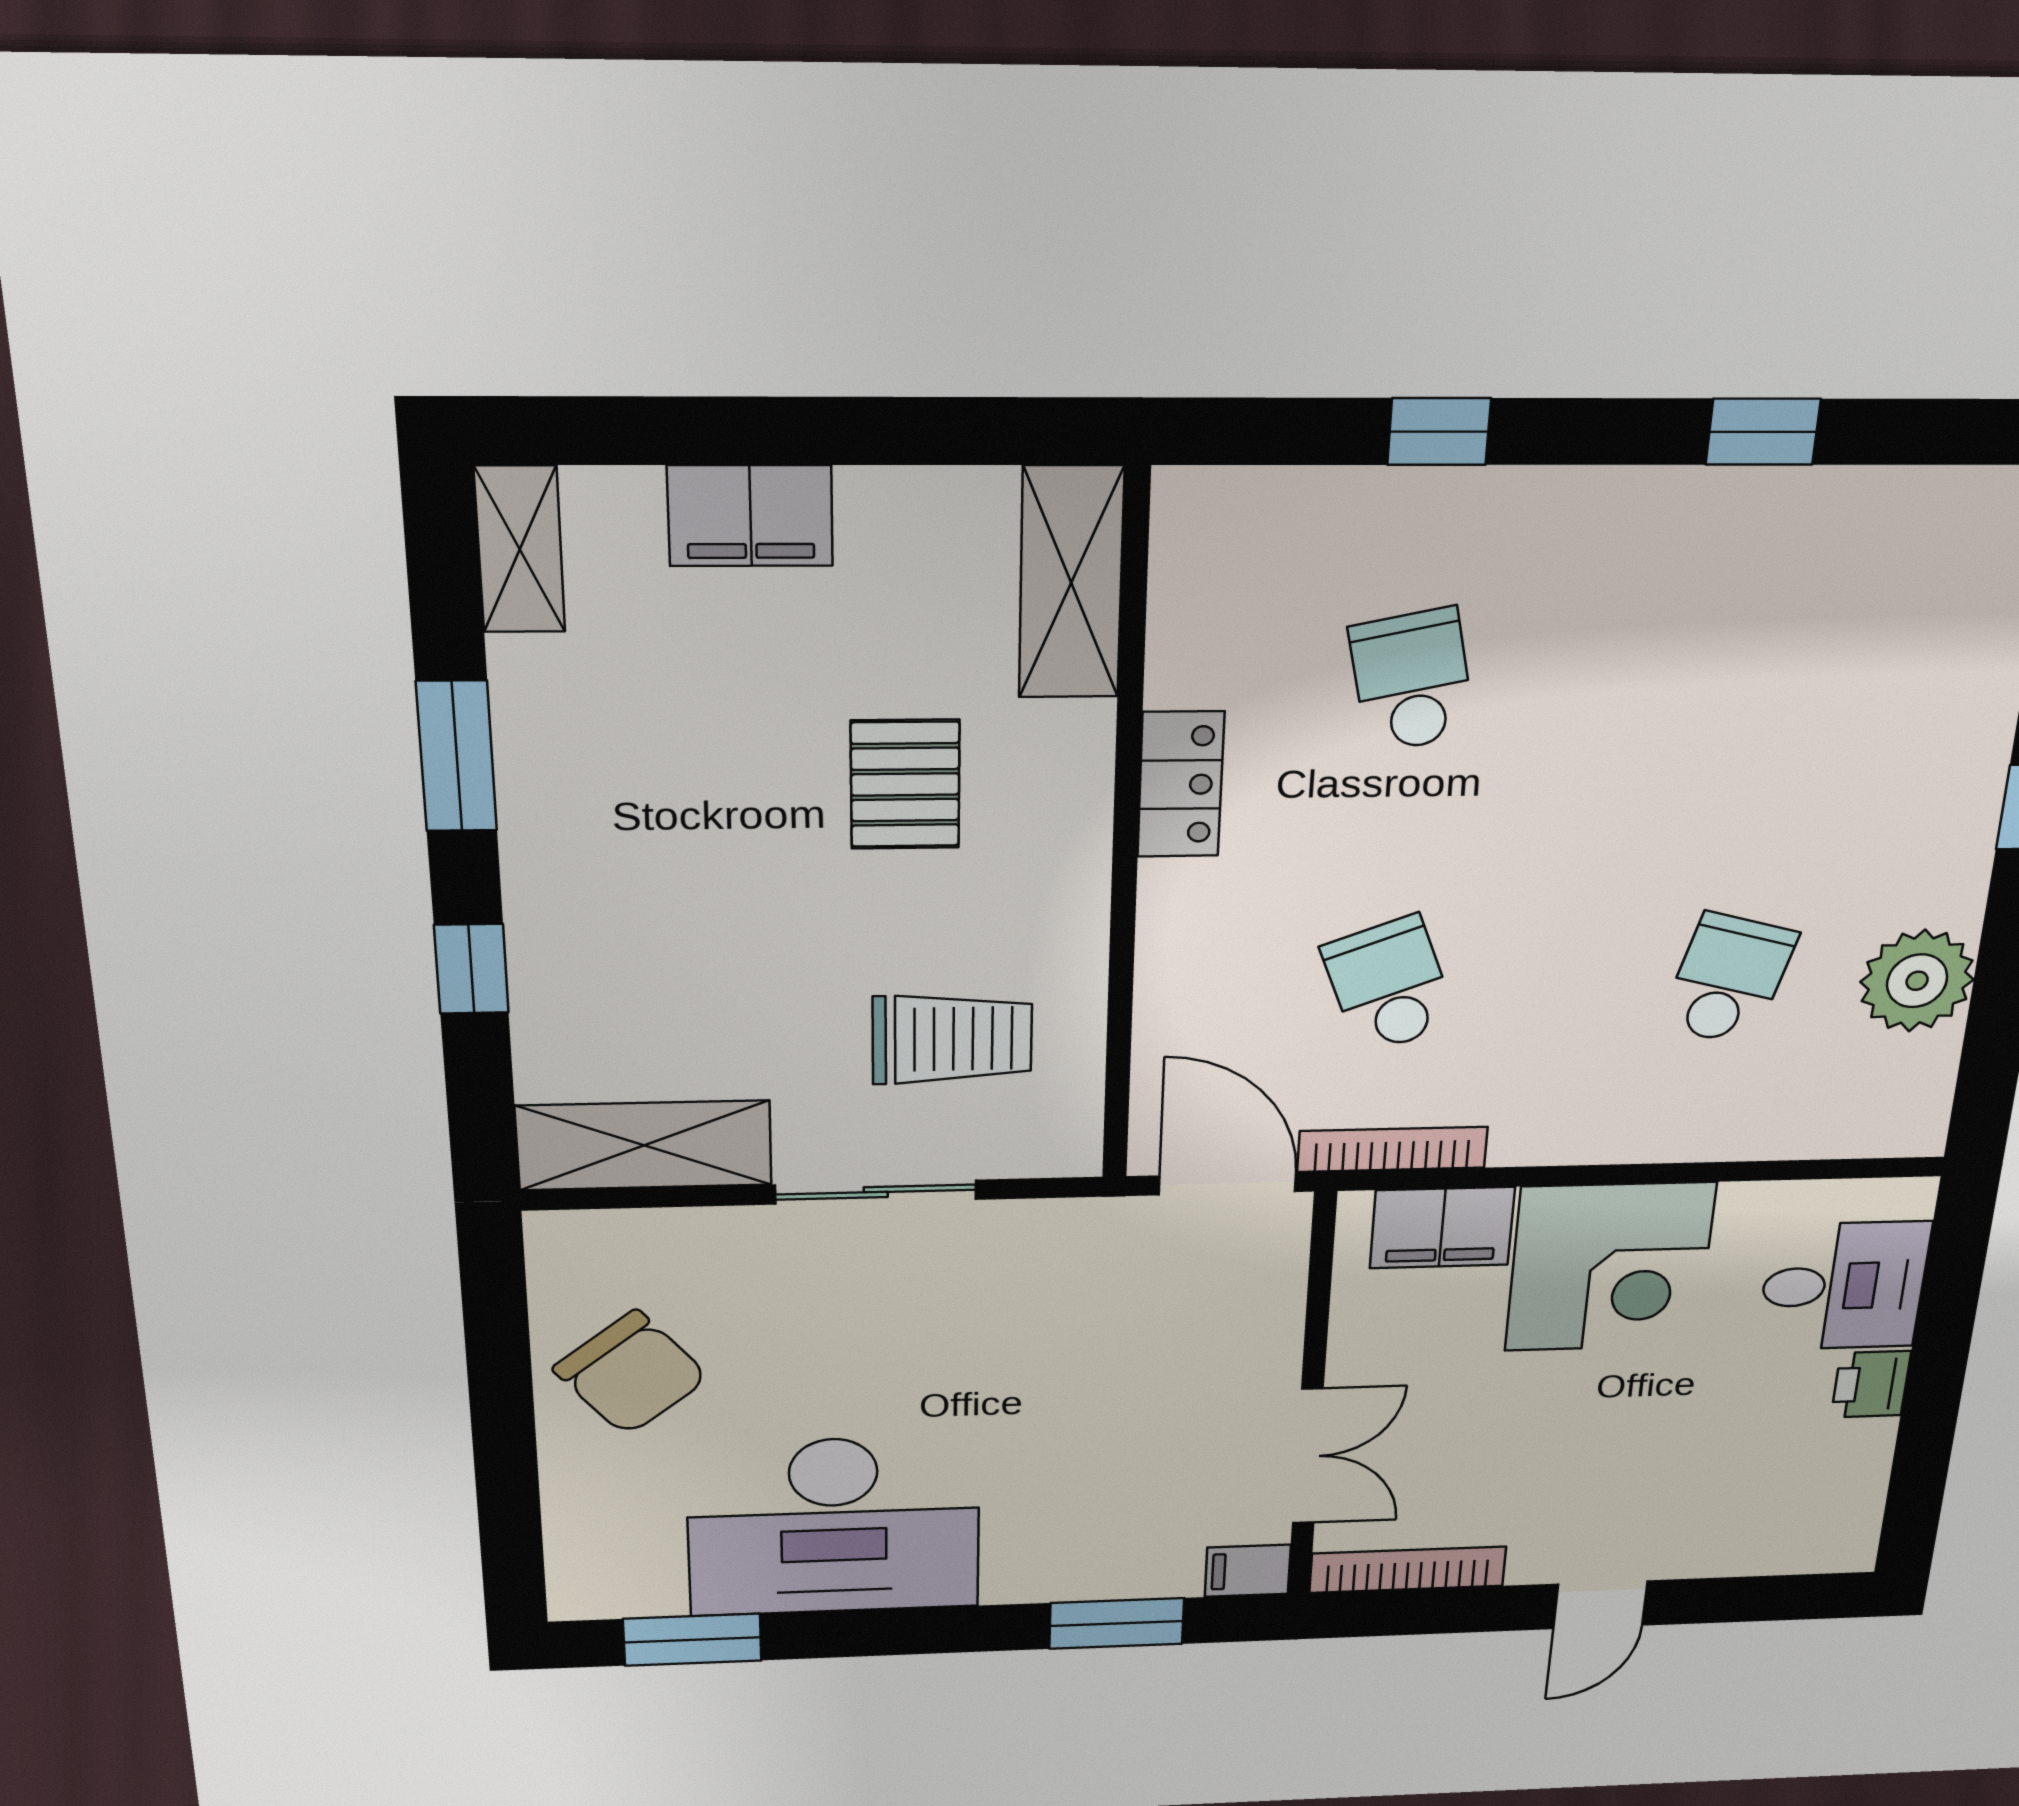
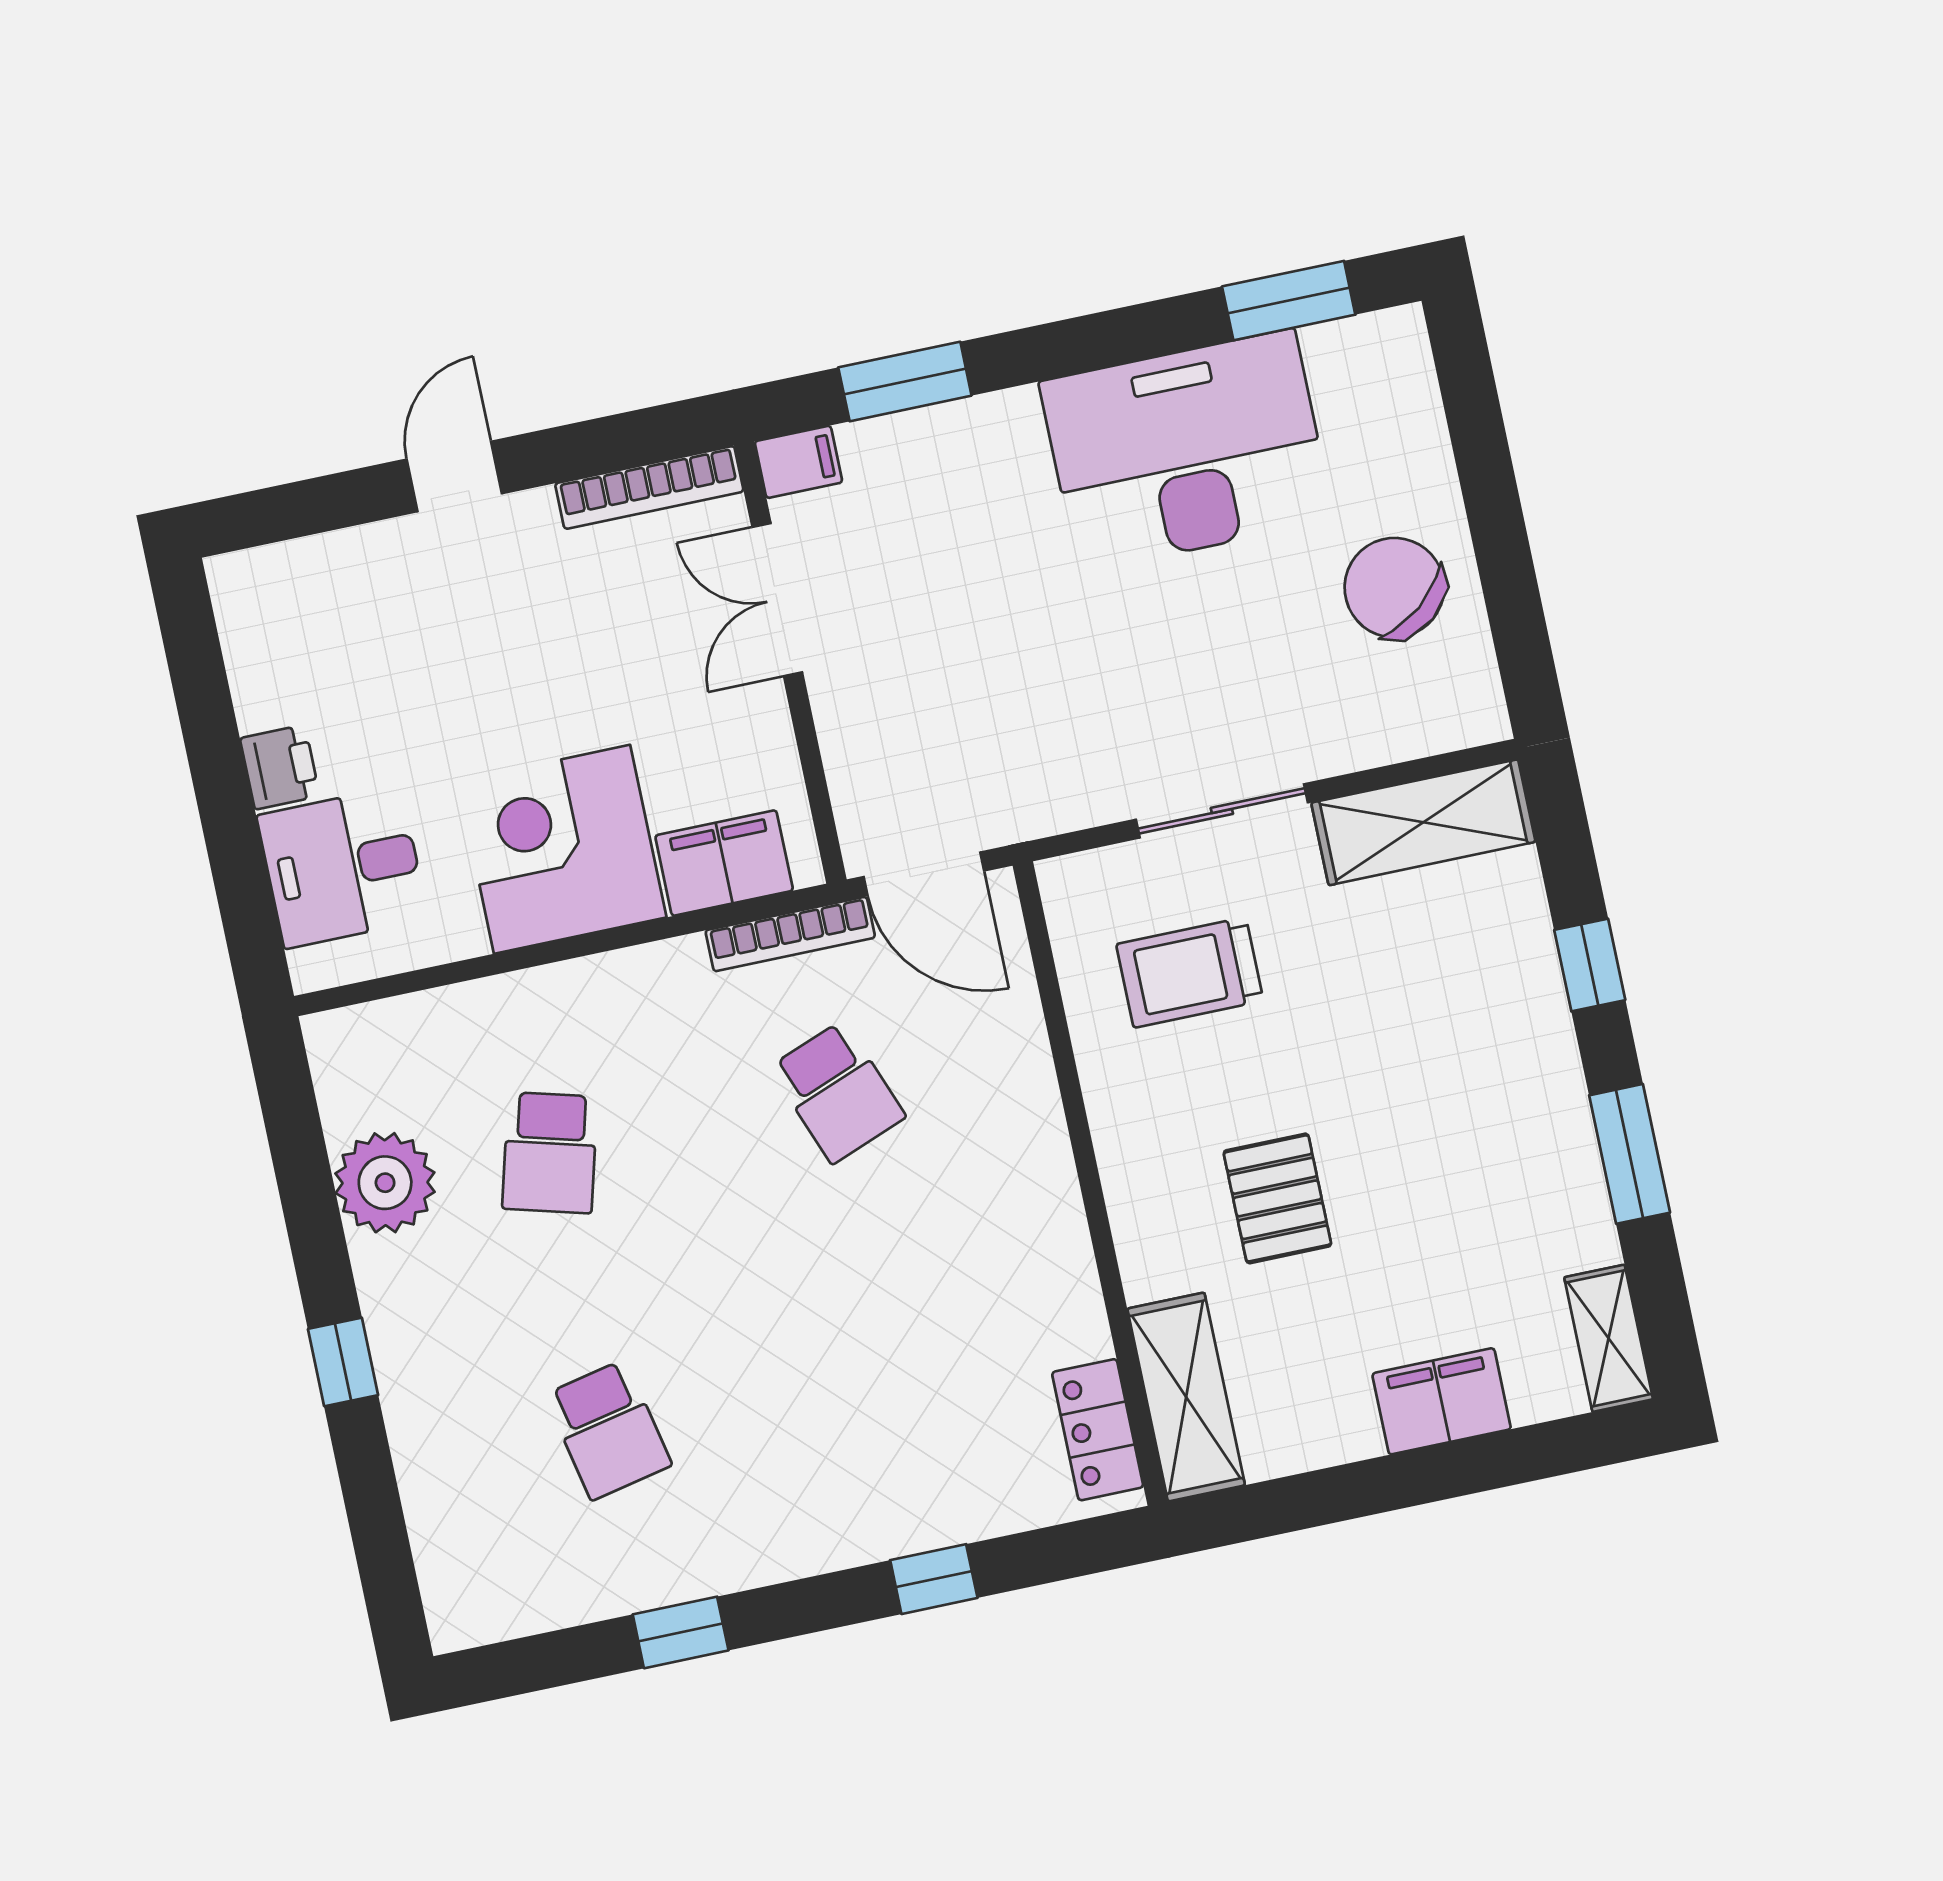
school desk: (1412, 681) -> (608, 1430), moved
locker: (1181, 784) -> (1098, 1430), moved

